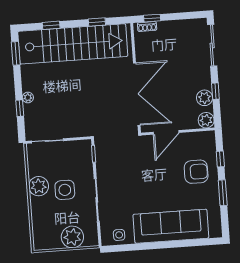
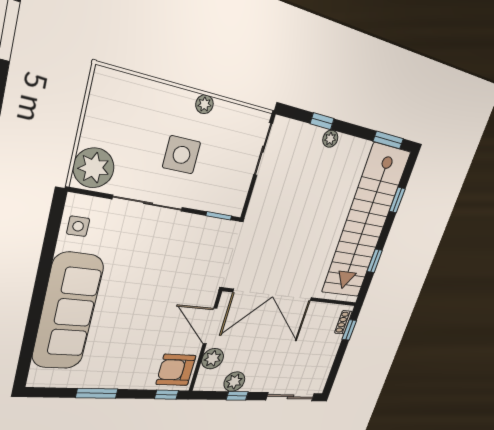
plant: (206, 120) -> (213, 359), moved
window: (220, 159) -> (166, 395), moved
armchair: (196, 172) -> (176, 370), moved, turned 90
plant: (39, 186) -> (204, 104), width x0.53, depth x0.53
plant: (72, 237) -> (94, 168), moved

